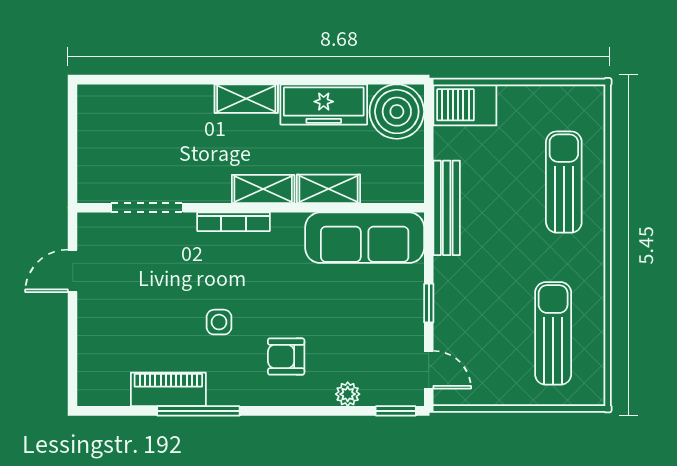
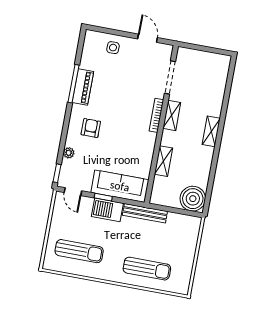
freezer: (324, 104) -> (202, 166), removed
barbecue: (465, 105) -> (107, 210), moved, turned -90
shelving: (263, 189) -> (172, 115), moved
sofa: (365, 238) -> (120, 186), moved, turned 90
side table: (219, 322) -> (113, 48), moved
door: (429, 370) -> (73, 192), hinge flipped
piano: (168, 389) -> (83, 87), moved

